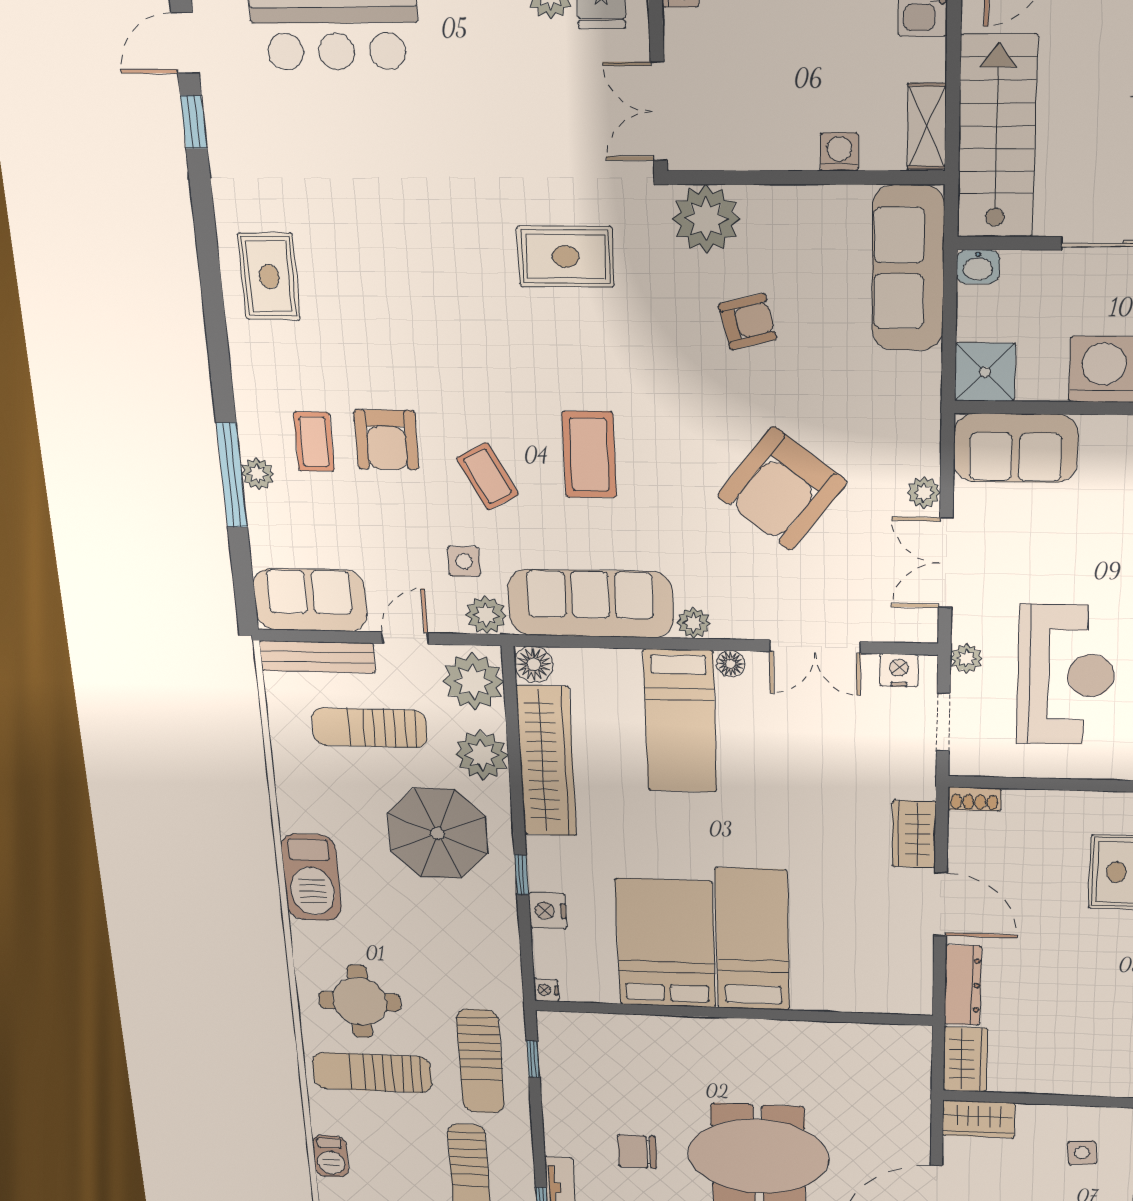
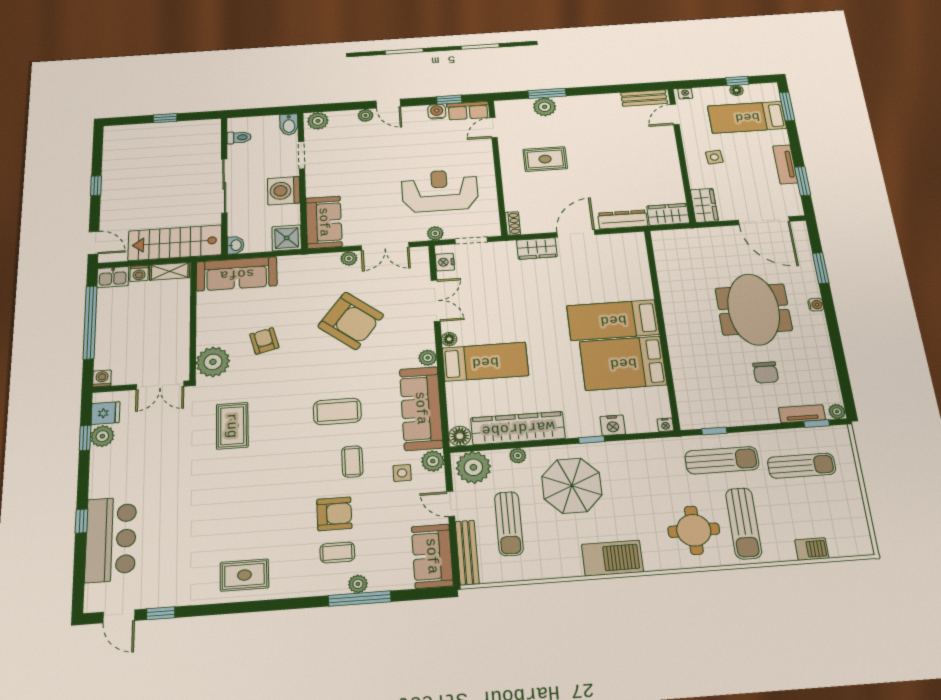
washing machine: (839, 152) -> (139, 273), moved, turned -90
coffee table: (487, 476) -> (352, 462), turned -62
plant: (482, 755) -> (518, 456), width x0.53, depth x0.53

